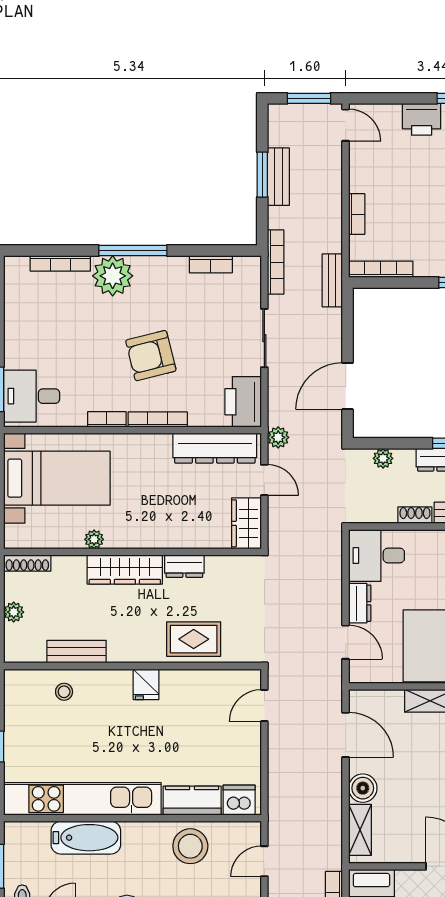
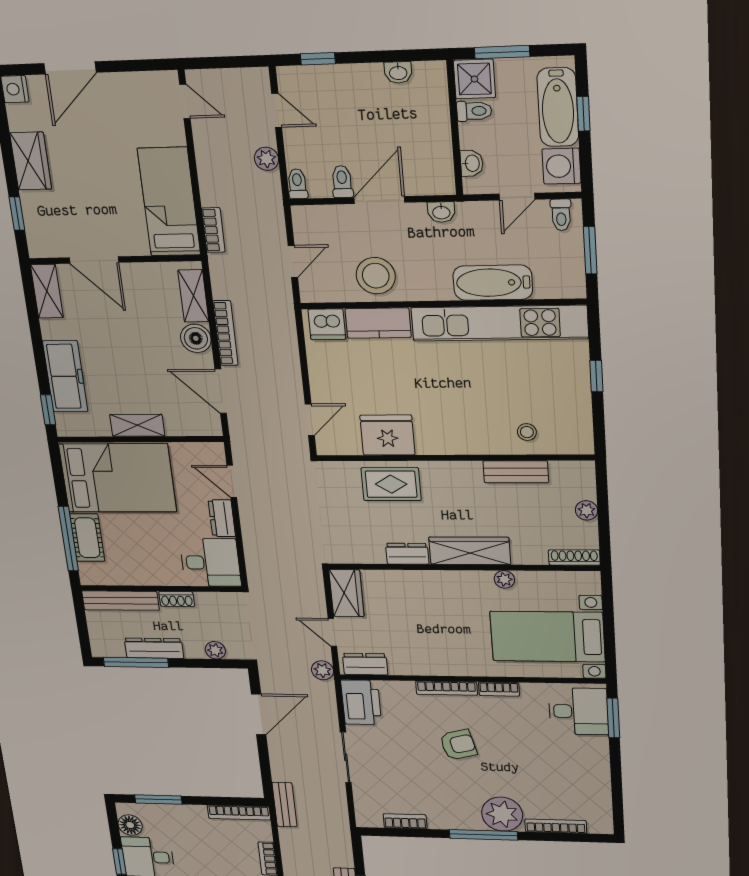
bookcase: (276, 262) -> (225, 333), moved, turned 180
armchair: (151, 356) -> (458, 745), width x0.72, depth x0.72
dresser: (215, 448) -> (365, 664), width x0.51, depth x0.80
fridge: (146, 684) -> (387, 435), moved, width x1.88, depth x1.34

